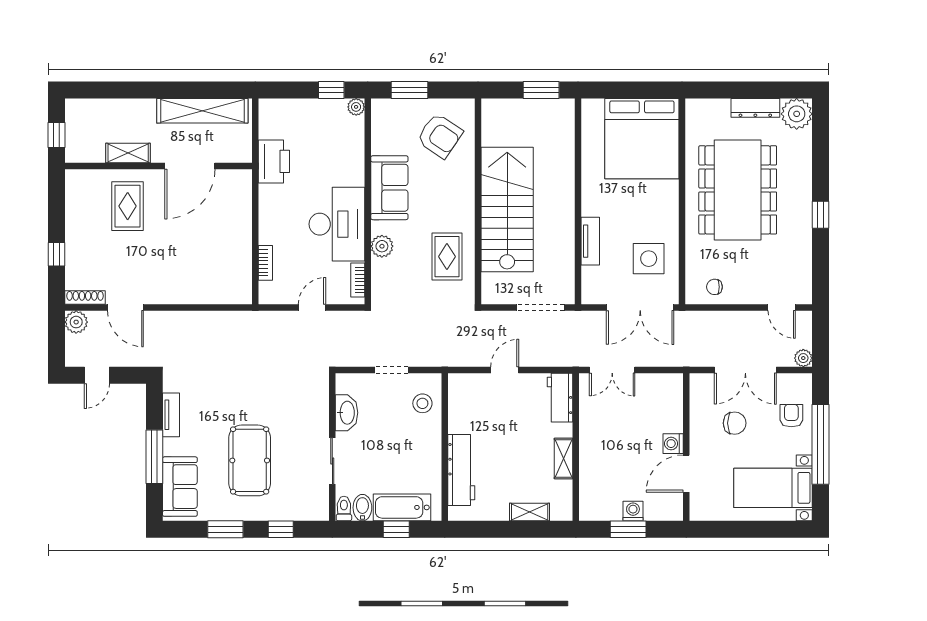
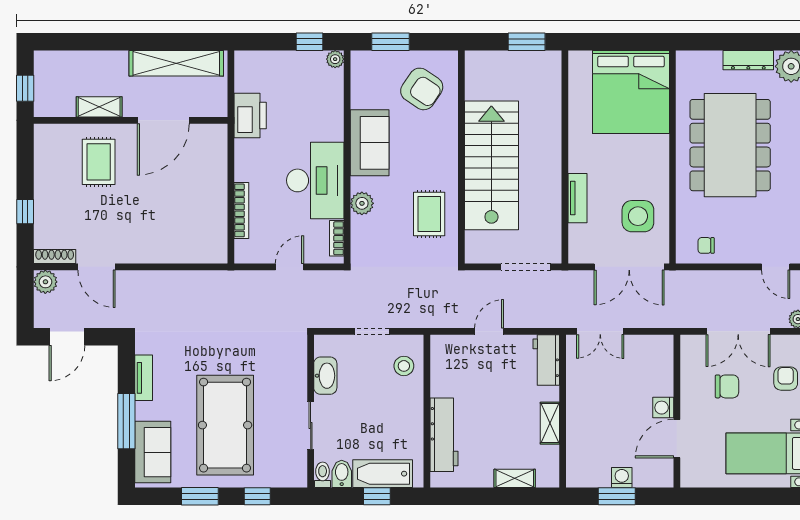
bookcase: (265, 263) -> (241, 210), width x1.56
door: (97, 375) -> (67, 337), width x1.38
pool table: (250, 460) -> (225, 425), width x1.36, depth x1.32

